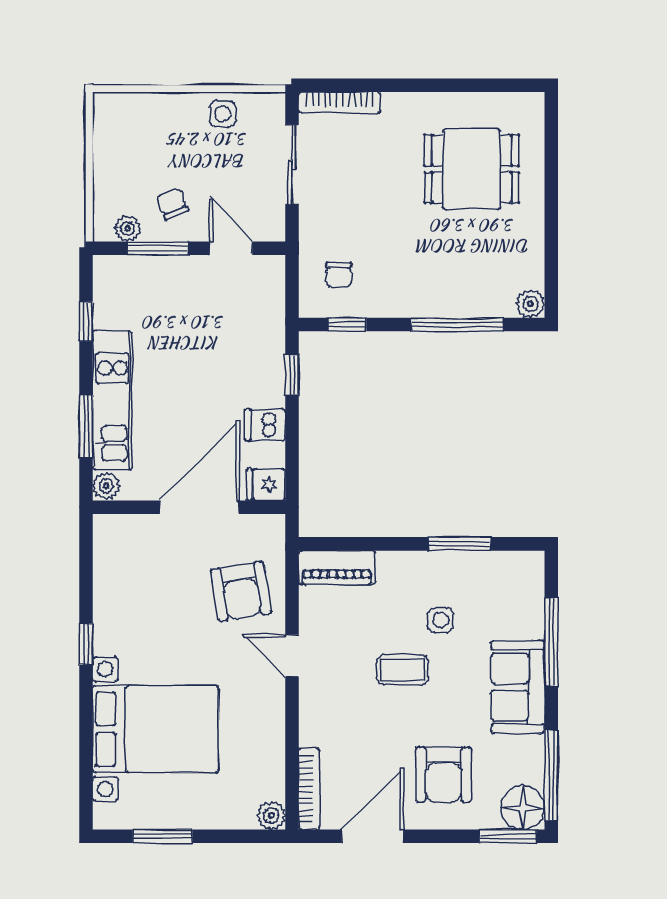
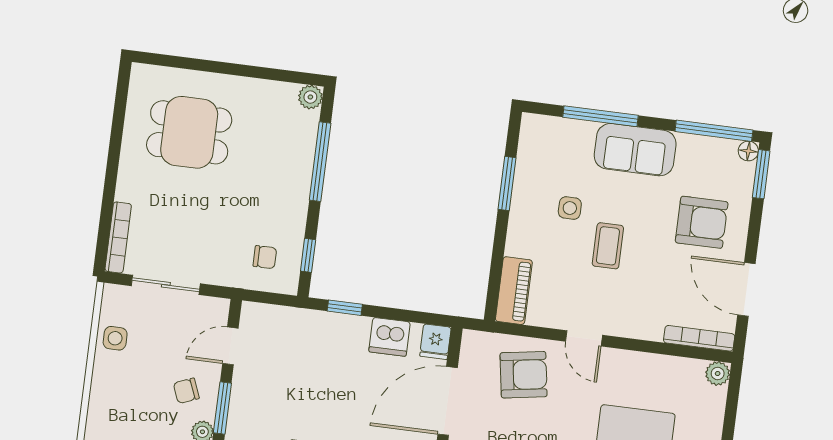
dining table: (472, 169) -> (189, 132), turned 90
dishwasher: (265, 425) -> (390, 337), width x1.38
door: (199, 507) -> (448, 401), hinge flipped
door: (292, 656) -> (584, 338), hinge flipped
floor lamp: (523, 808) -> (748, 151), width x0.53, depth x0.53

